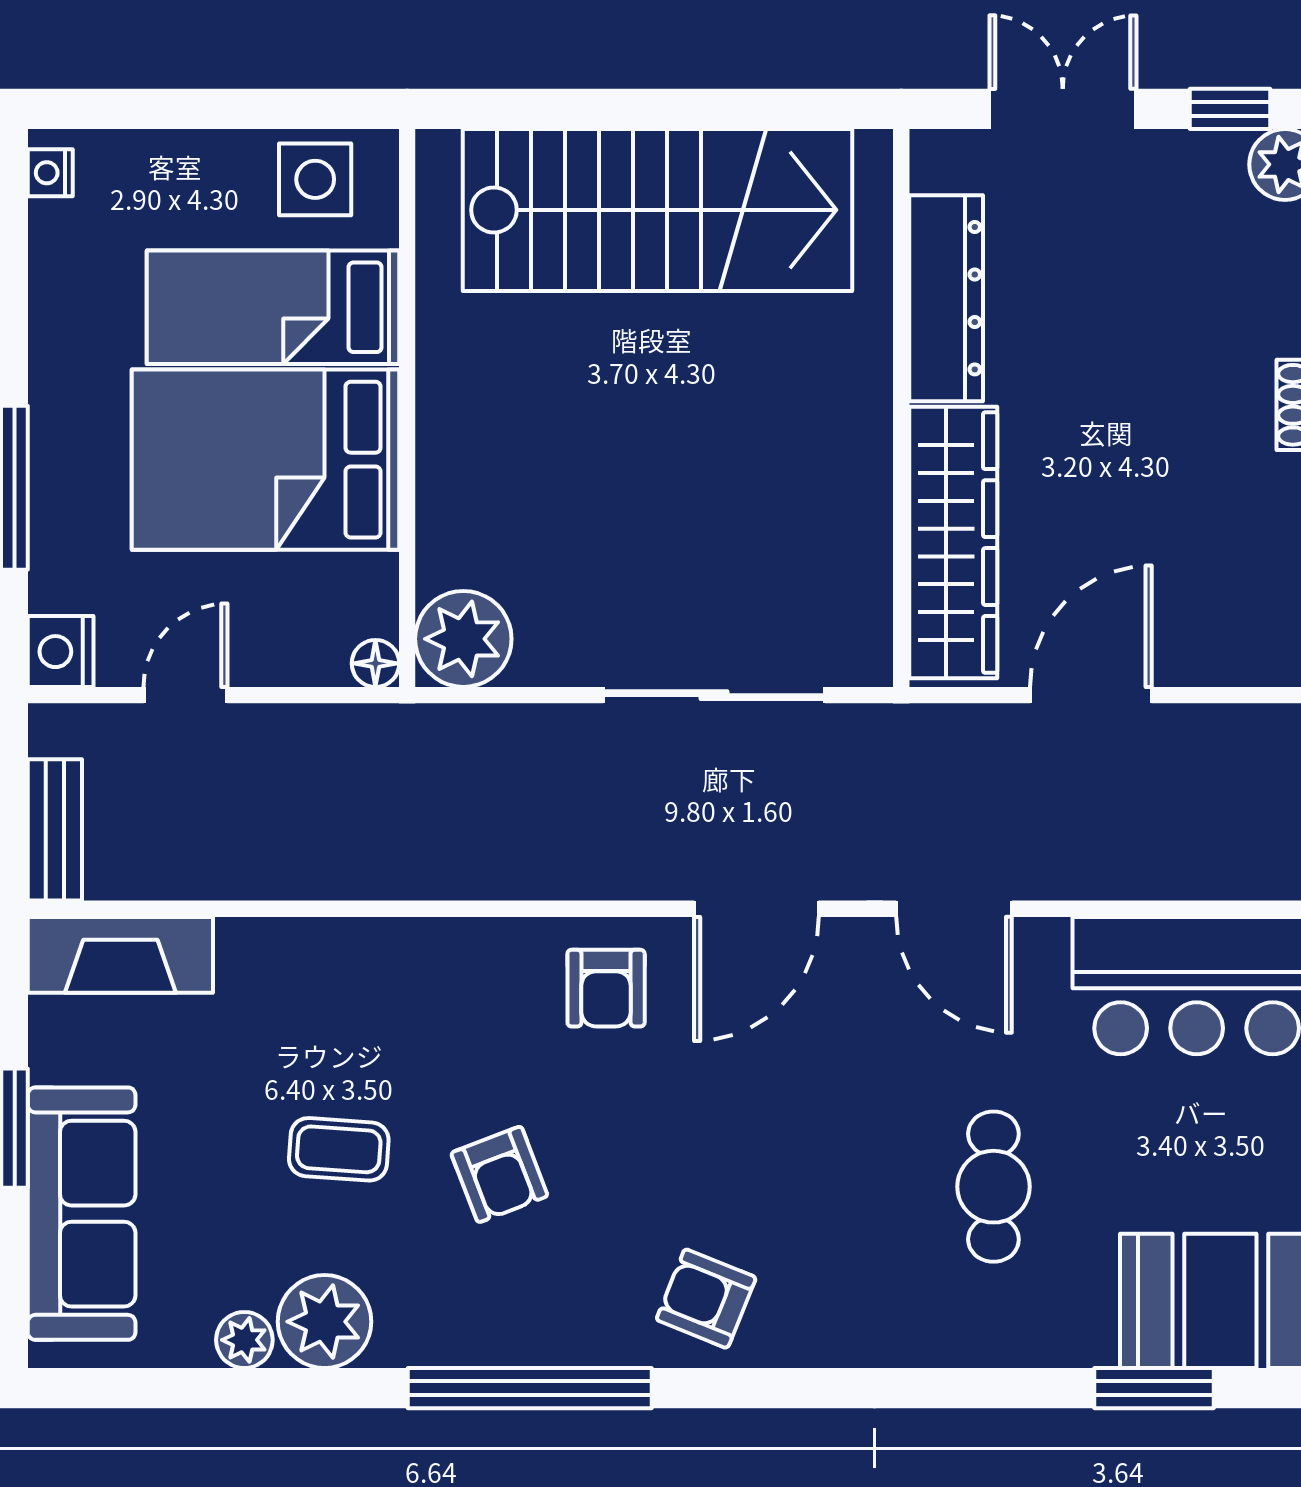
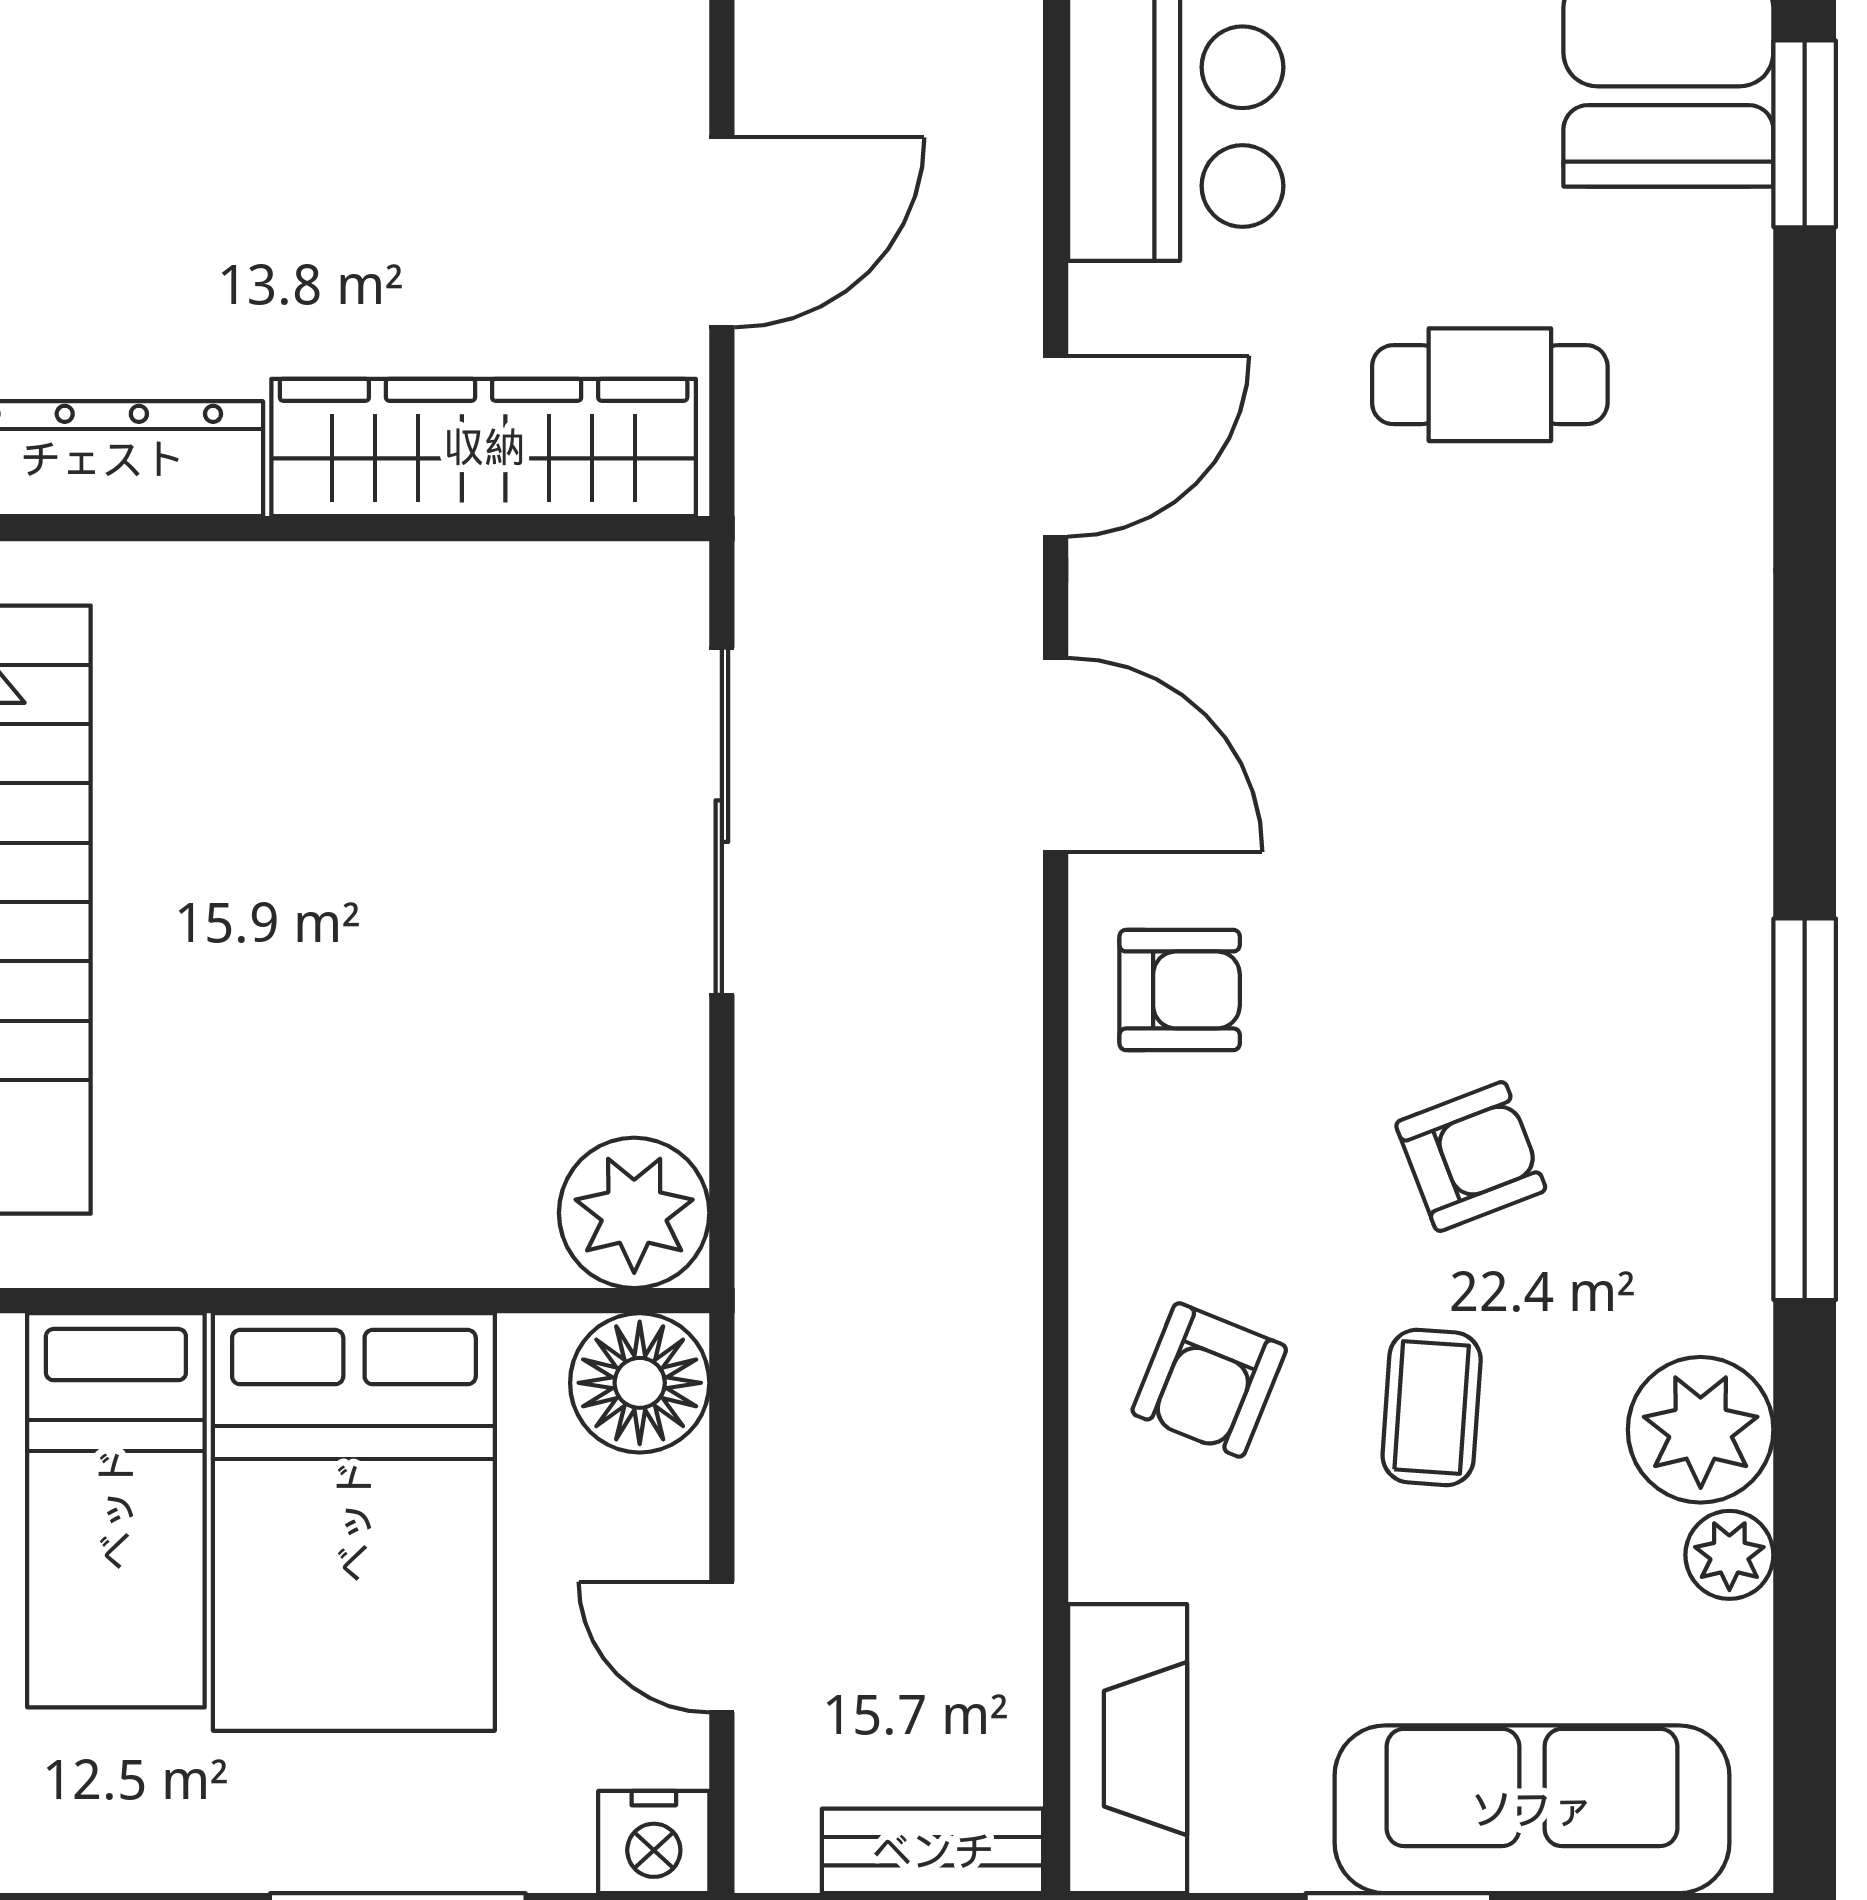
floor lamp: (375, 663) -> (640, 1383), width x1.89, depth x1.89
door: (1091, 695) -> (722, 232), swing flipped
armchair: (706, 1299) -> (1209, 1380), moved

